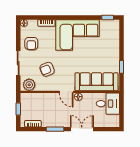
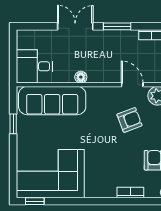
corner sofa: (77, 35) -> (50, 174), moved
door: (66, 92) -> (132, 85), moved
double door: (82, 129) -> (75, 26), swing flipped

